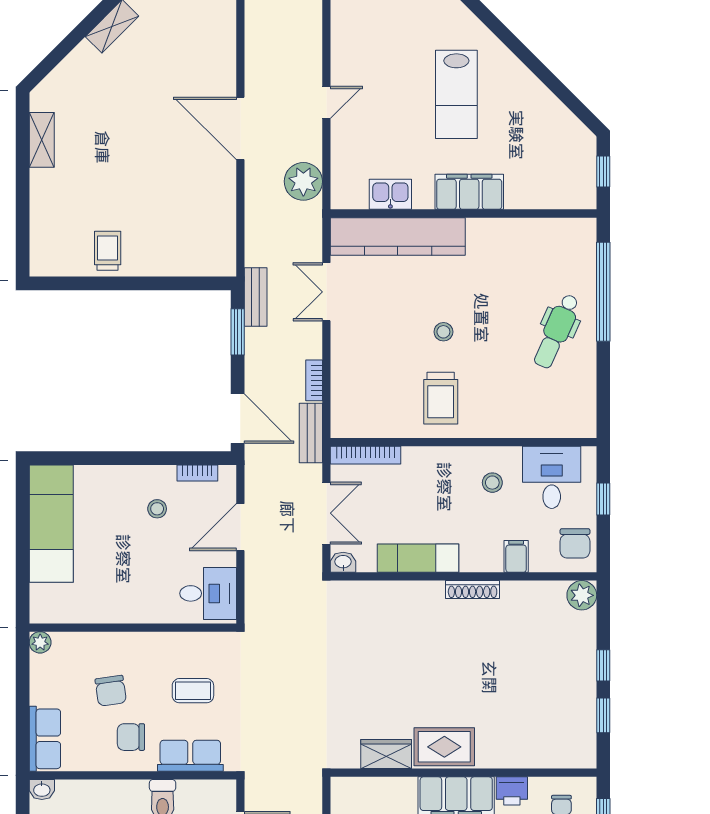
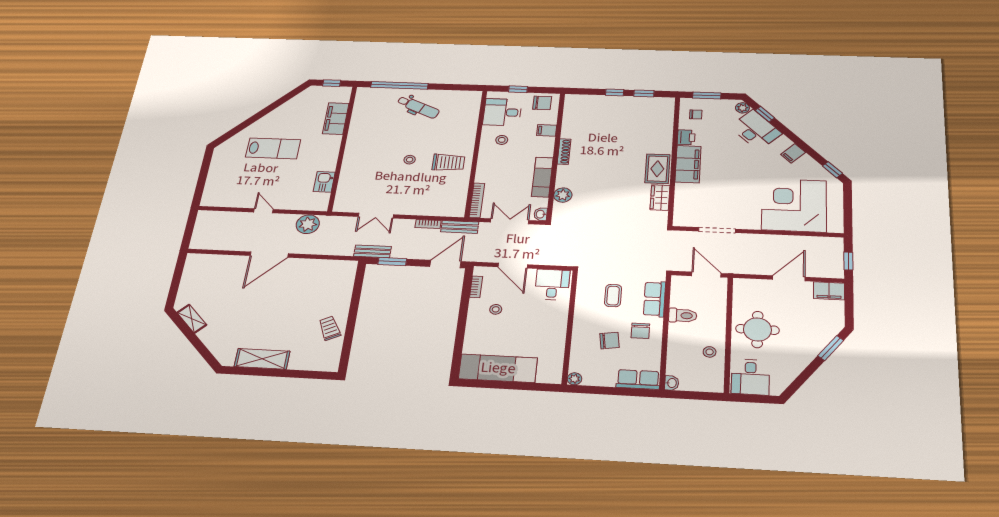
shelving: (42, 140) -> (262, 359), width x1.50, depth x1.33
filing cabinet: (469, 192) -> (336, 119), moved
kitchen counter: (398, 236) -> (350, 179), removed
trolley: (108, 251) -> (330, 328), turned 64
plant: (582, 595) -> (563, 195), moved

